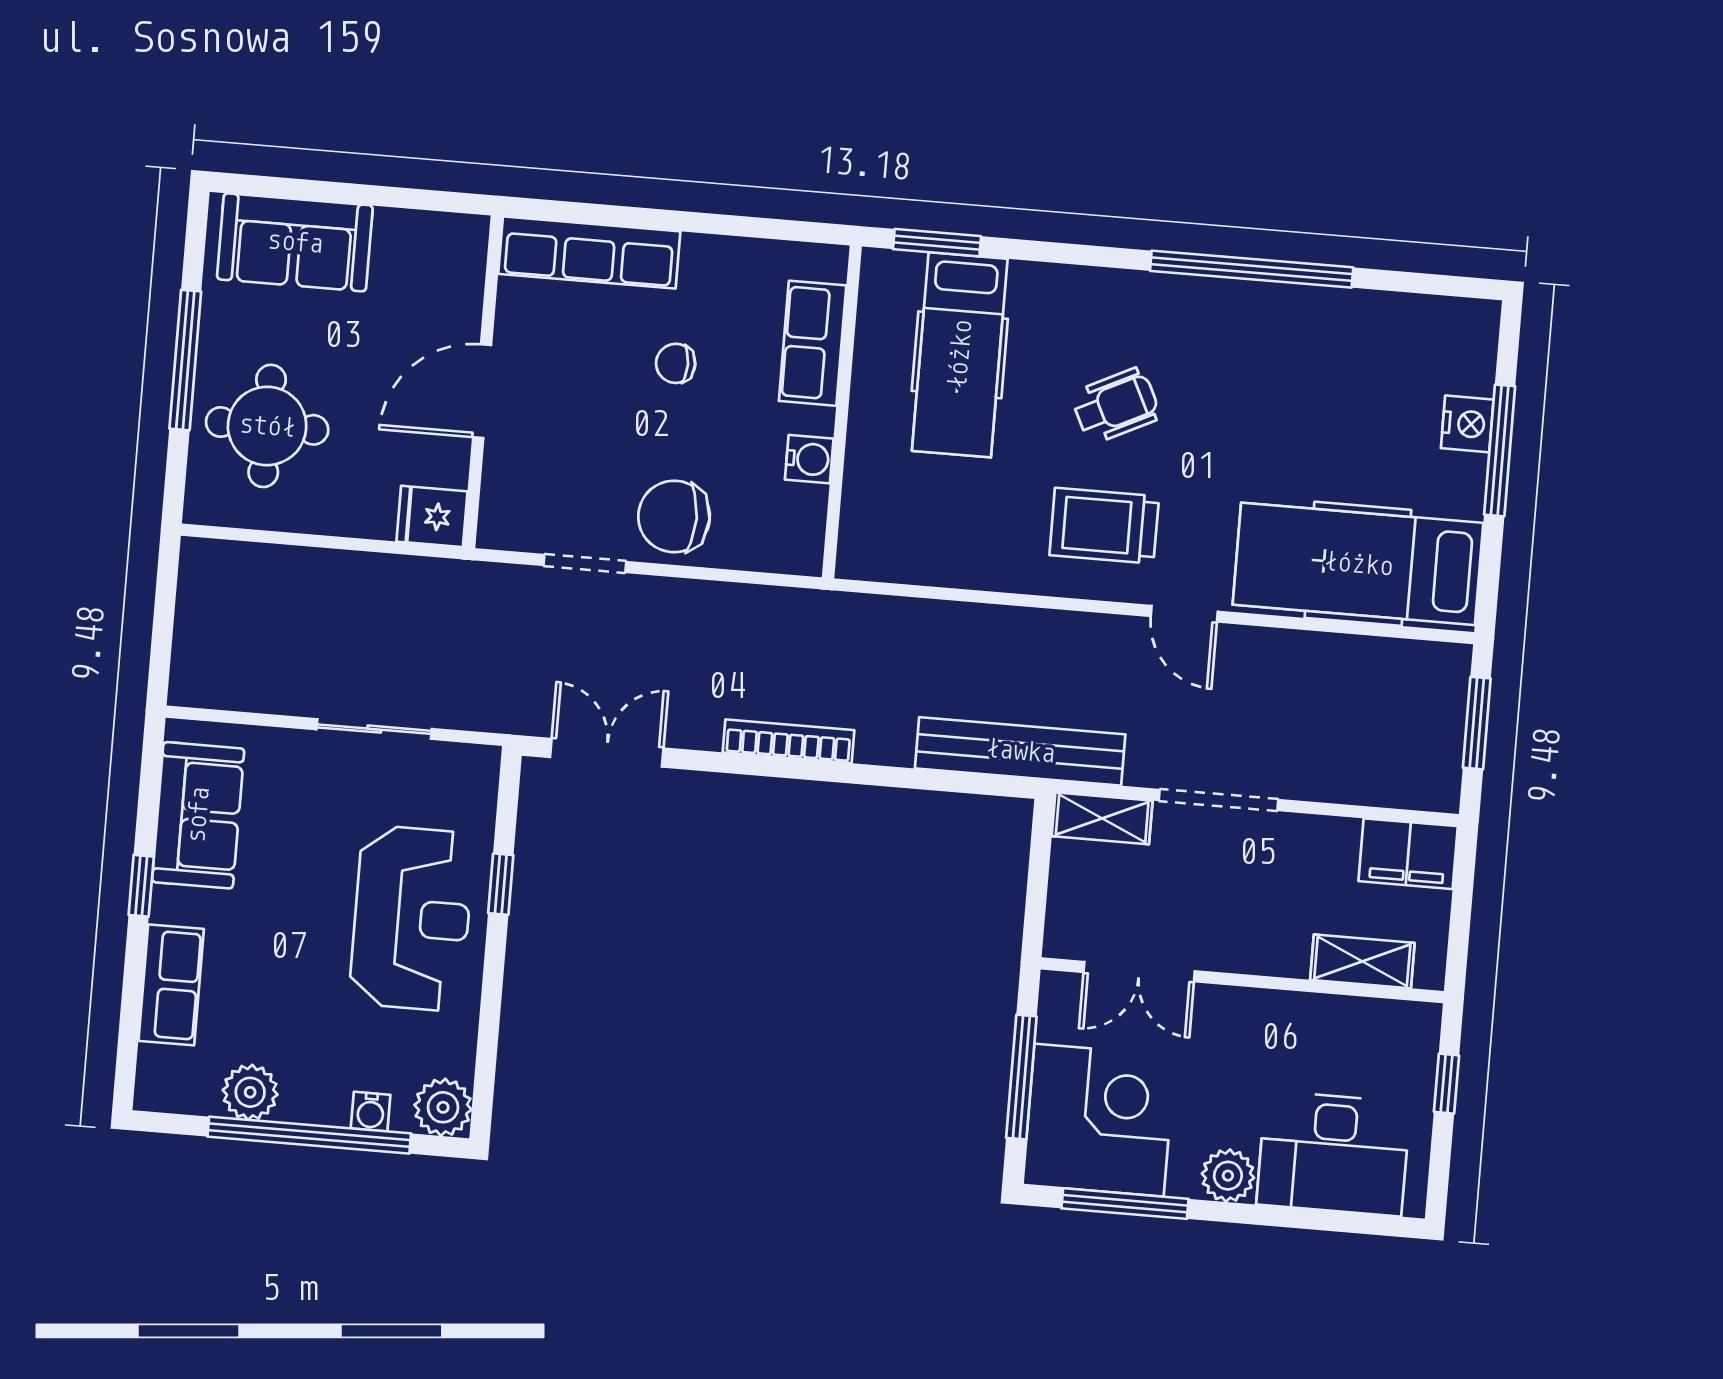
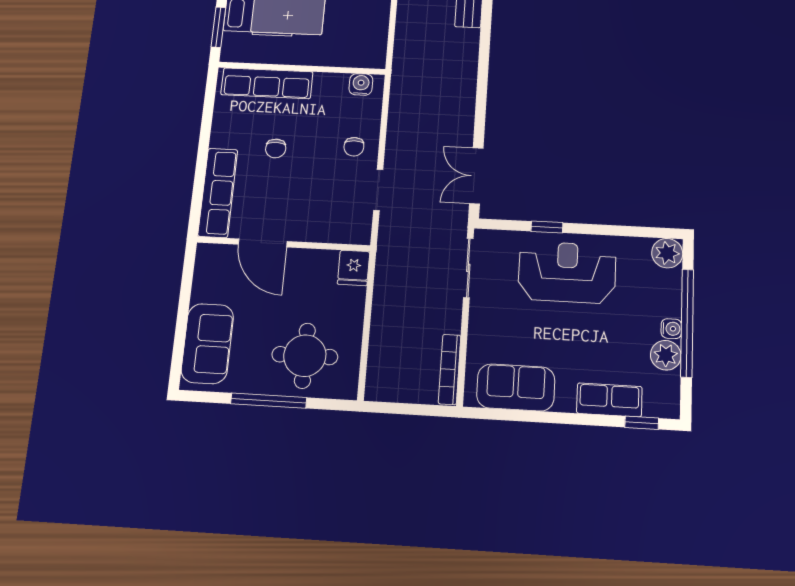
row of seats: (813, 343) -> (267, 83), width x1.48
door: (482, 391) -> (263, 243), moved
water cooler: (809, 459) -> (361, 84), moved
chair: (674, 516) -> (354, 147), width x0.54, depth x0.54
sliding door: (374, 729) -> (468, 268), moved
bookcase: (789, 741) -> (450, 369), moved
window: (141, 886) -> (642, 423), moved
water cooler: (371, 1112) -> (671, 329), moved

